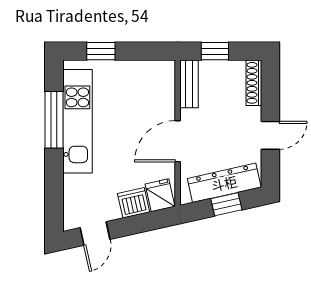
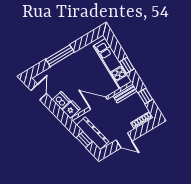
window: (101, 51) -> (127, 65), moved
window: (54, 120) -> (60, 56), moved
kitchen unit: (77, 121) -> (112, 64), moved, turned 90
door: (95, 234) -> (39, 92), swing flipped

